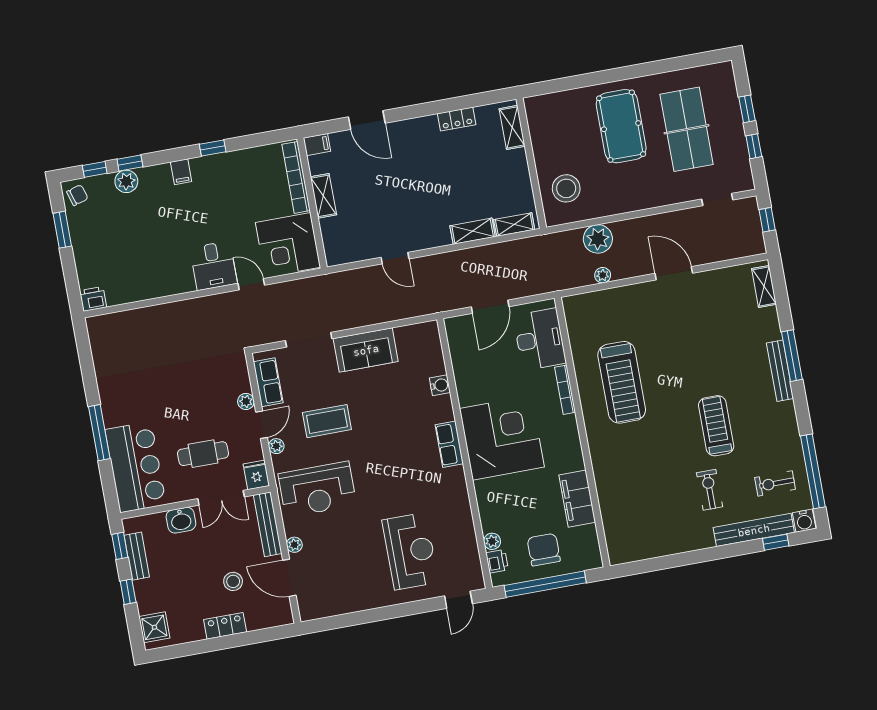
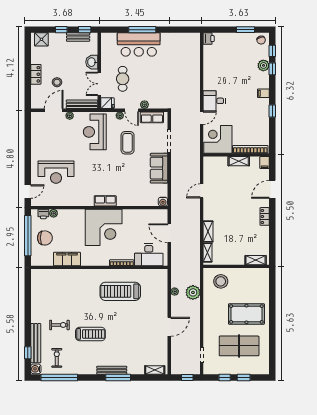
locker: (457, 119) -> (265, 216), moved
water cooler: (440, 385) -> (163, 202), moved
bar counter: (136, 467) -> (139, 44), moved
door: (458, 600) -> (28, 192), swing flipped

